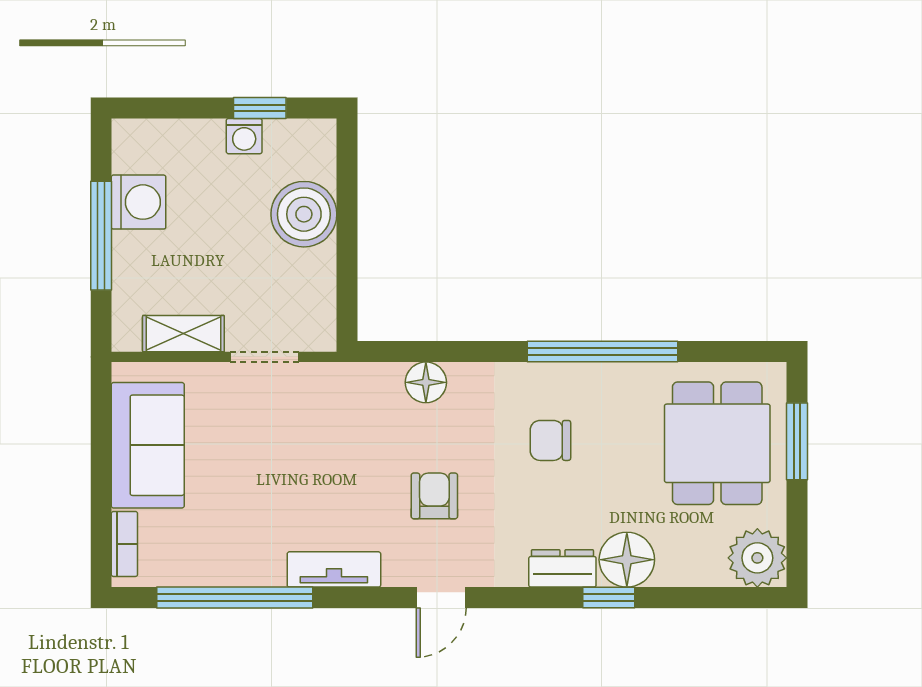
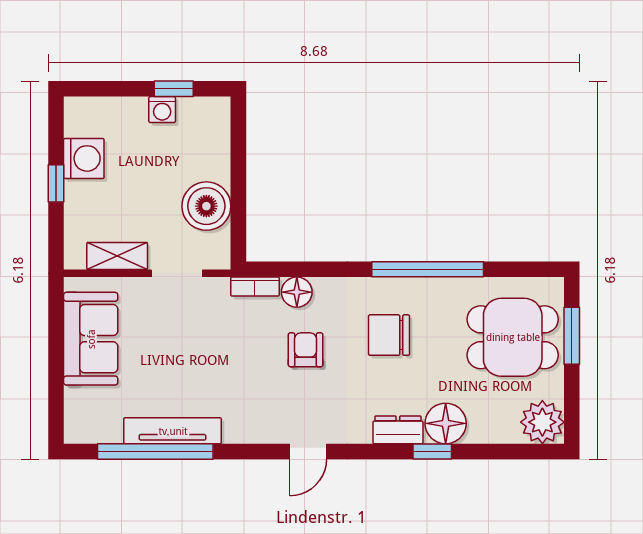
boiler: (304, 214) -> (206, 206), moved
window: (101, 236) -> (56, 183), width x0.46
chair: (550, 440) -> (389, 335), width x1.37, depth x1.37
dining table: (717, 443) -> (513, 337), turned 90
armchair: (434, 496) -> (306, 350), moved
bookcase: (124, 544) -> (255, 287), moved, turned 90
tv unit: (334, 569) -> (173, 431), moved, width x1.41

